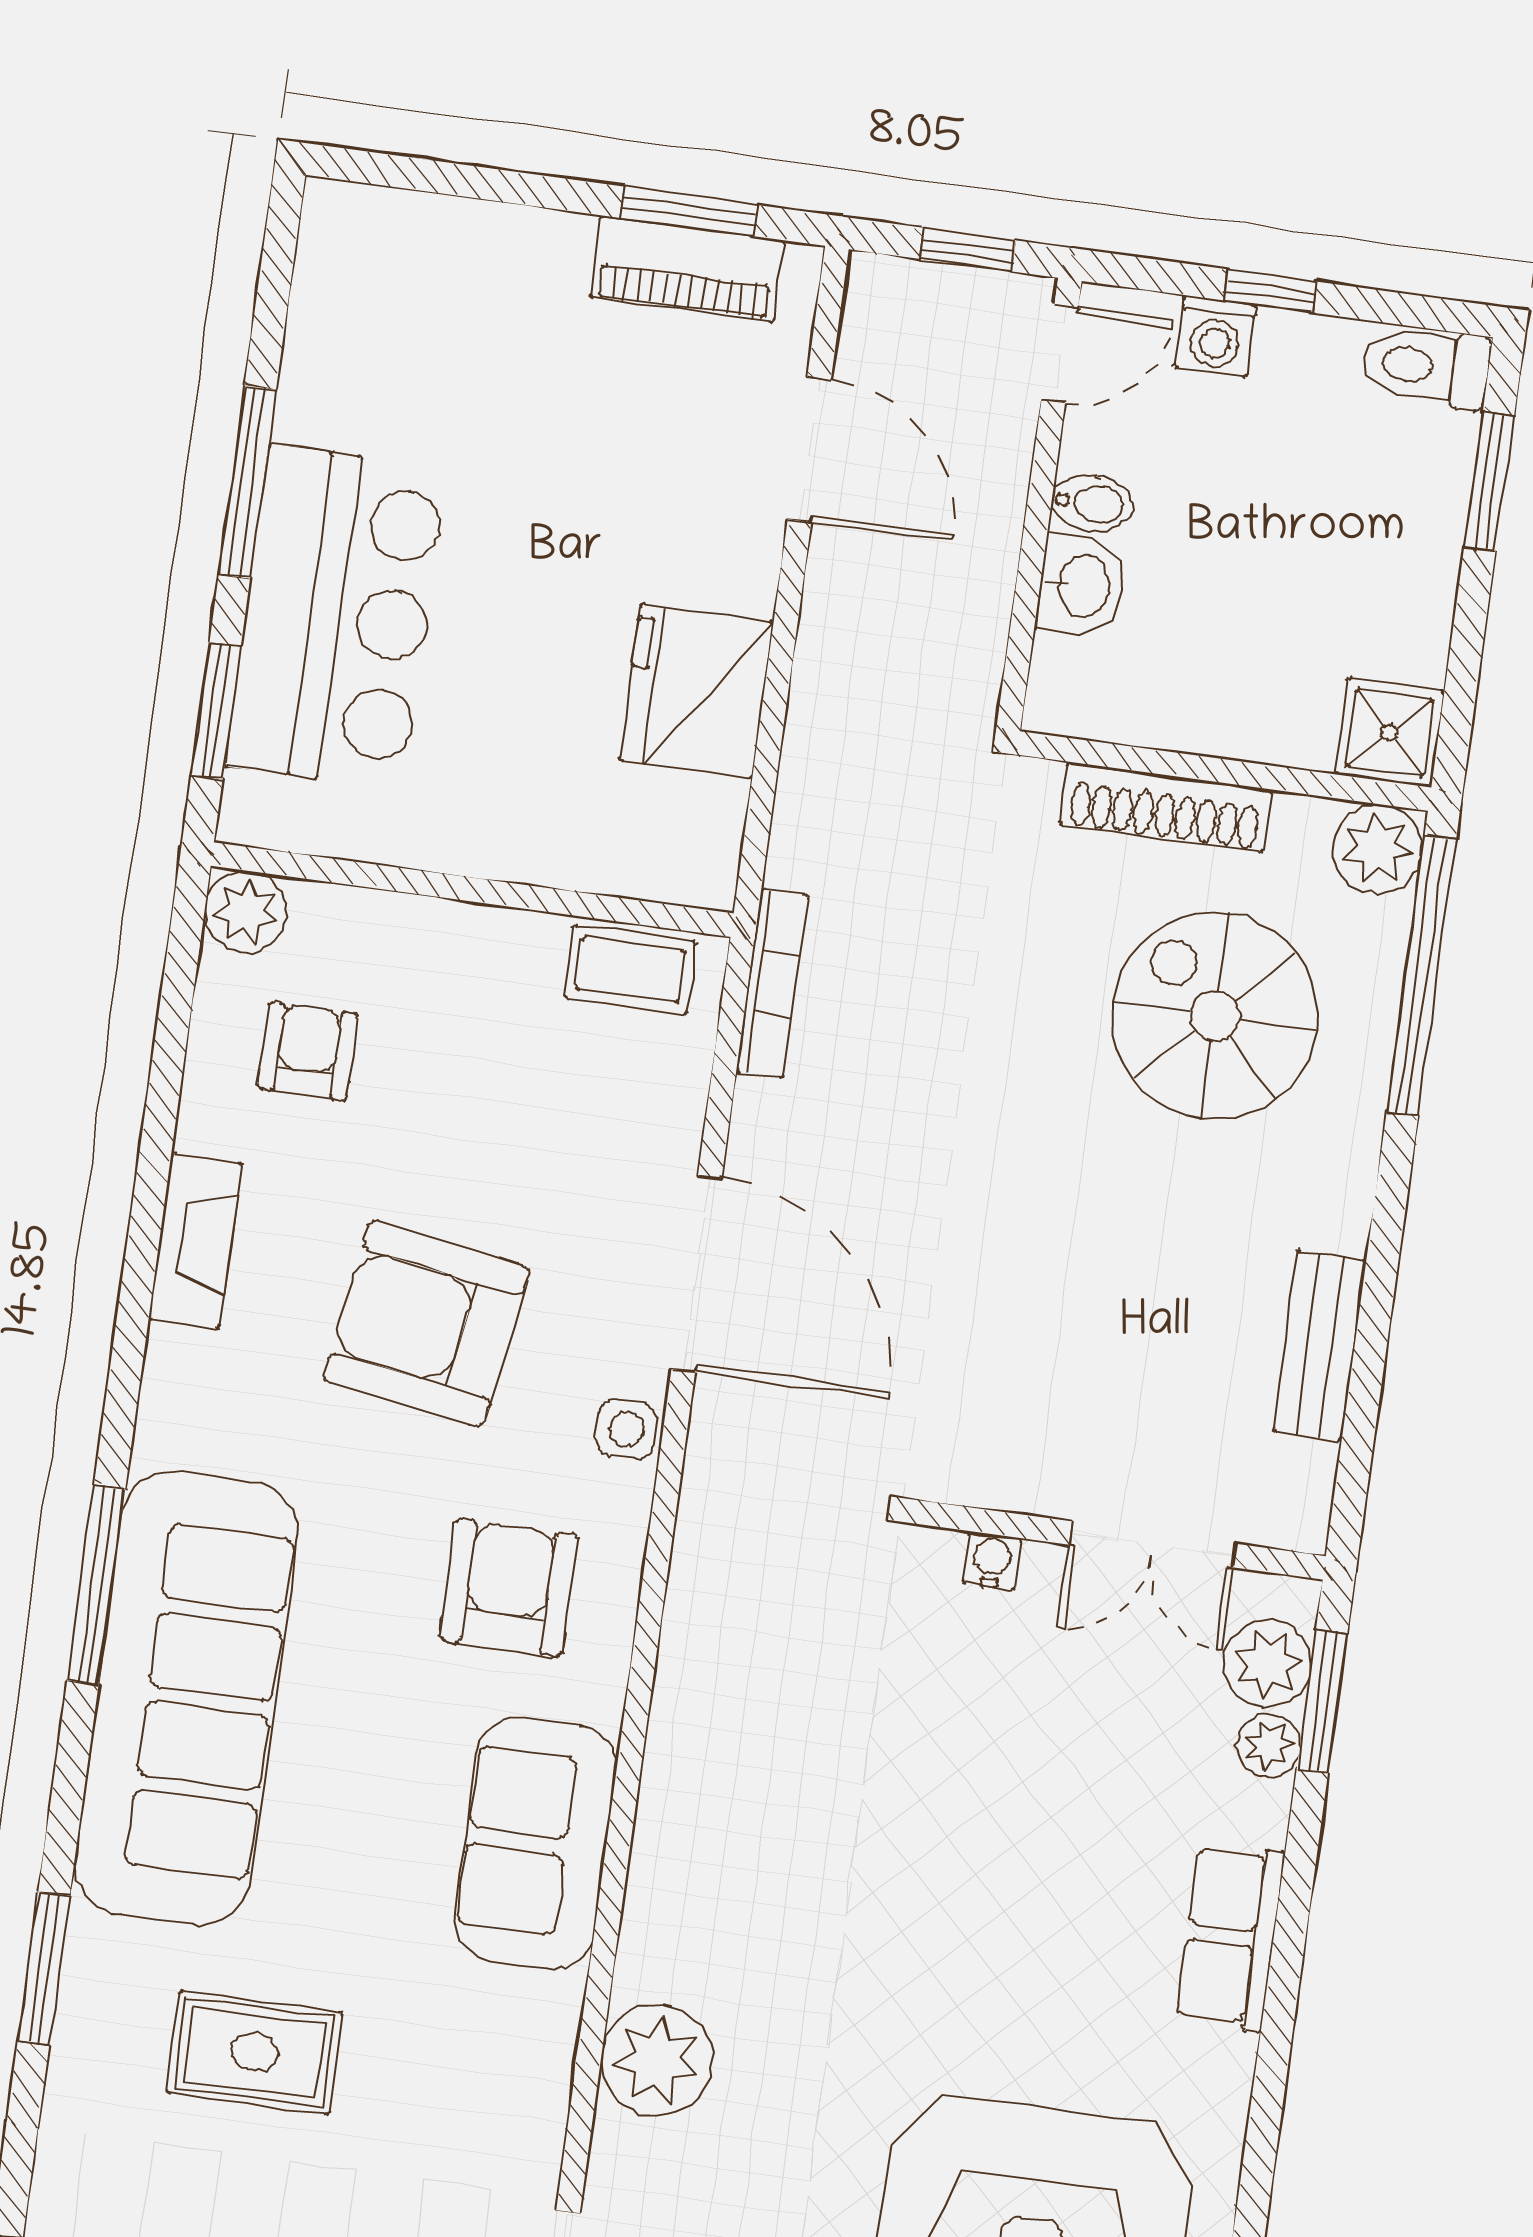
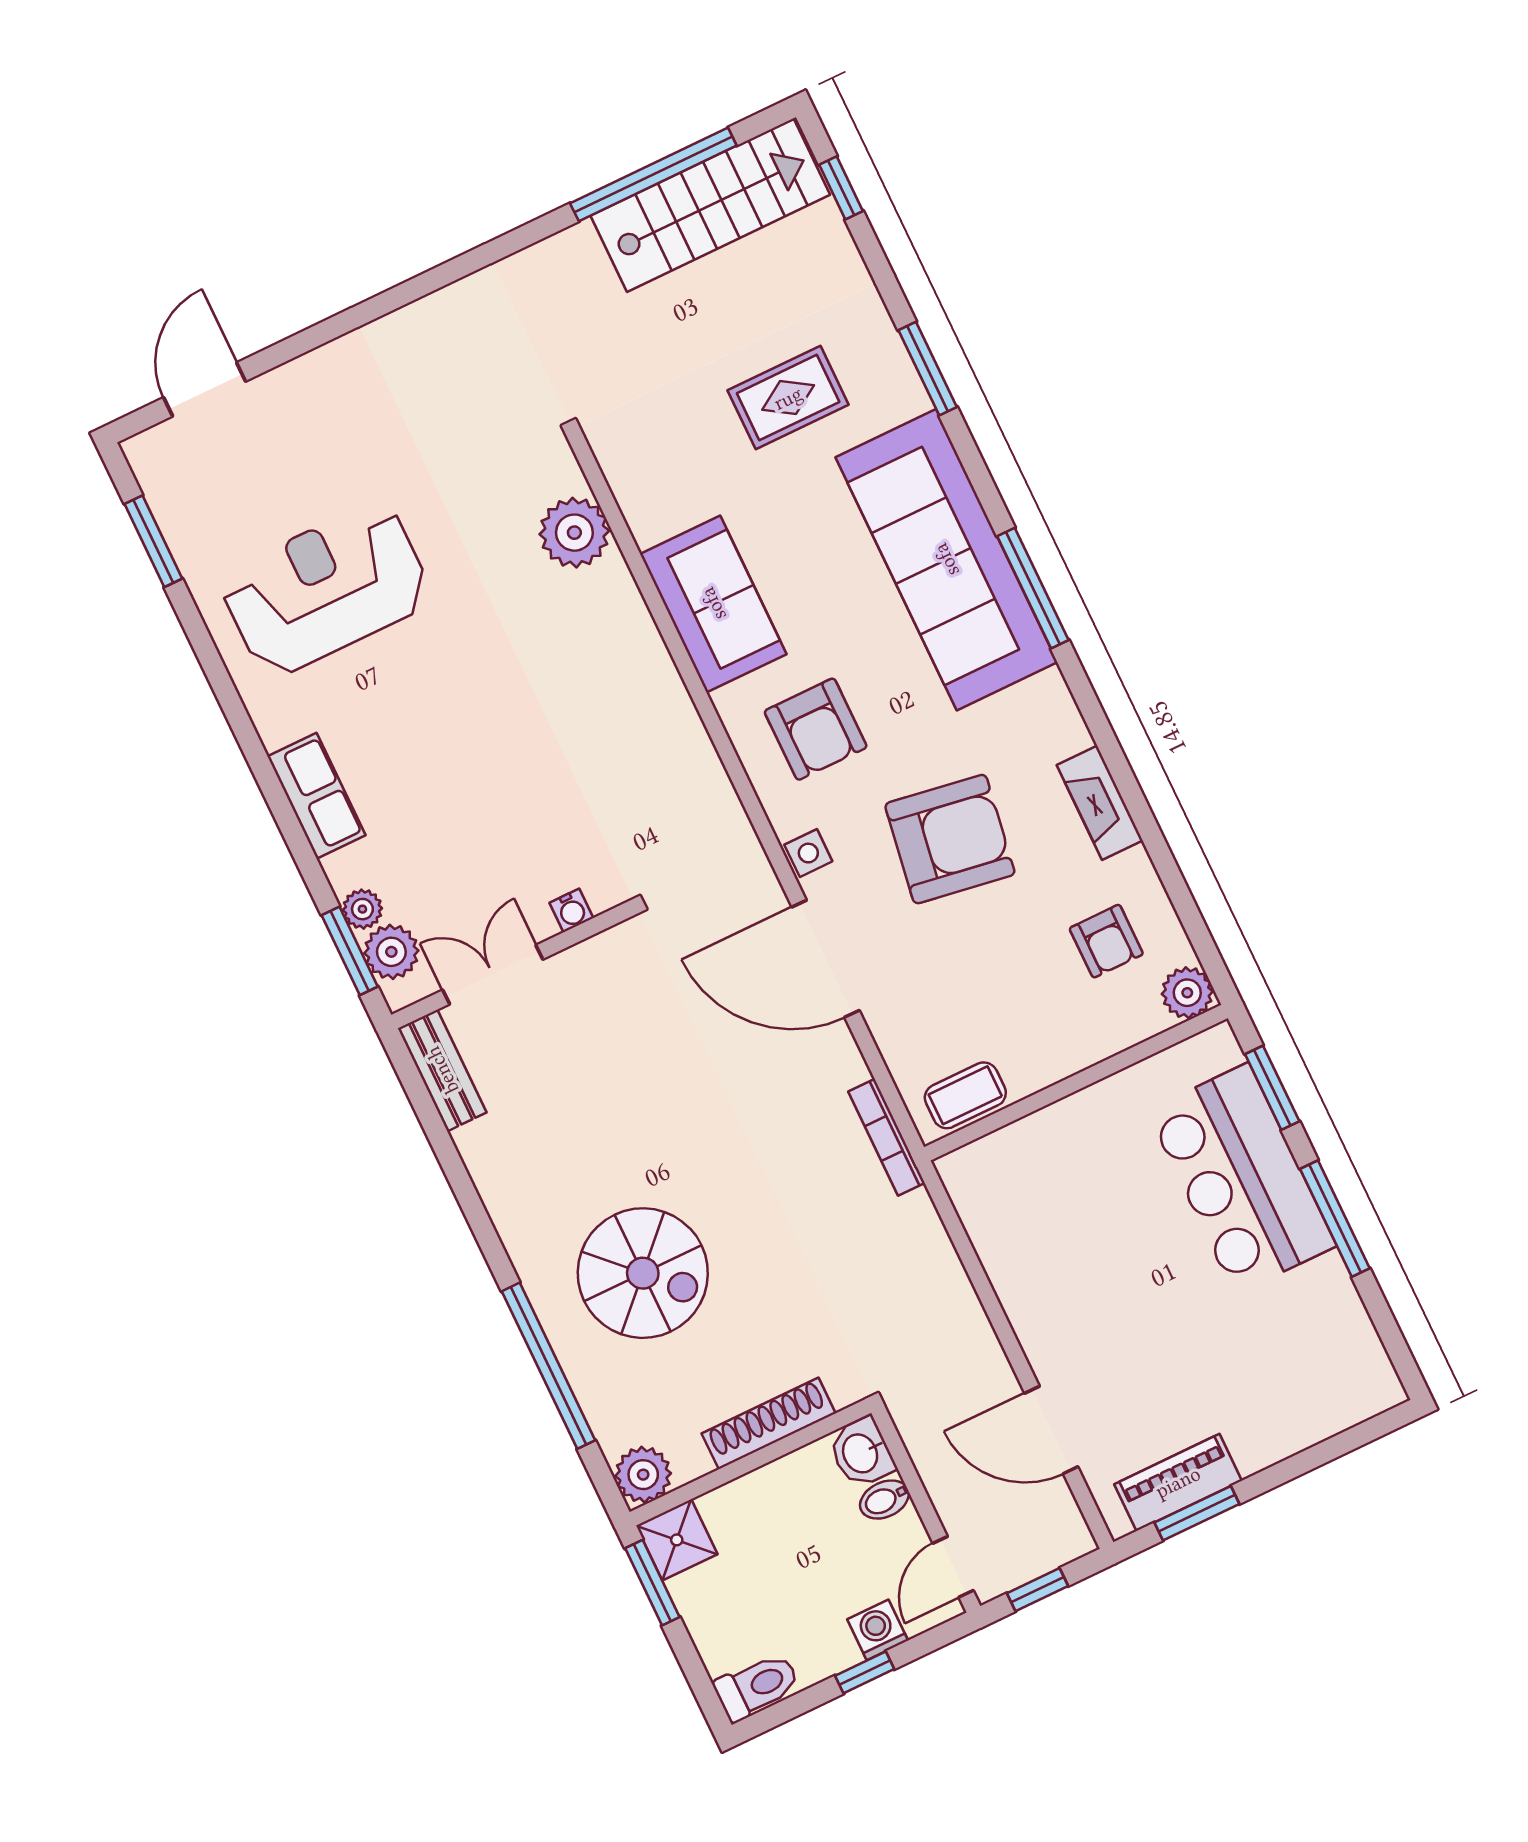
window: (1489, 481) -> (652, 1583), moved
fridge: (697, 692) -> (1027, 1264), removed
shower: (1390, 733) -> (677, 1540), moved
wall: (1224, 771) -> (750, 1462), moved
shoe rack: (1165, 807) -> (769, 1423), moved
plant: (1377, 849) -> (643, 1475), moved
bench: (1320, 1345) -> (442, 1070), moved

